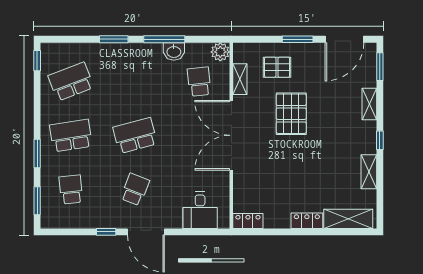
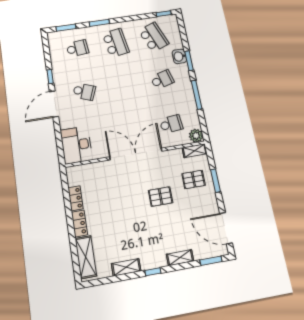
window: (298, 39) -> (215, 181), moved
washbasin: (174, 51) -> (179, 56), moved
pallet: (277, 67) -> (194, 179), turned 90
shelving: (240, 79) -> (195, 151), moved
pallet: (291, 114) -> (161, 197), width x0.67, depth x0.71
school desk: (135, 136) -> (162, 80), moved, width x0.54
desk: (200, 210) -> (76, 145), width x1.37
locker: (248, 221) -> (76, 198), moved

